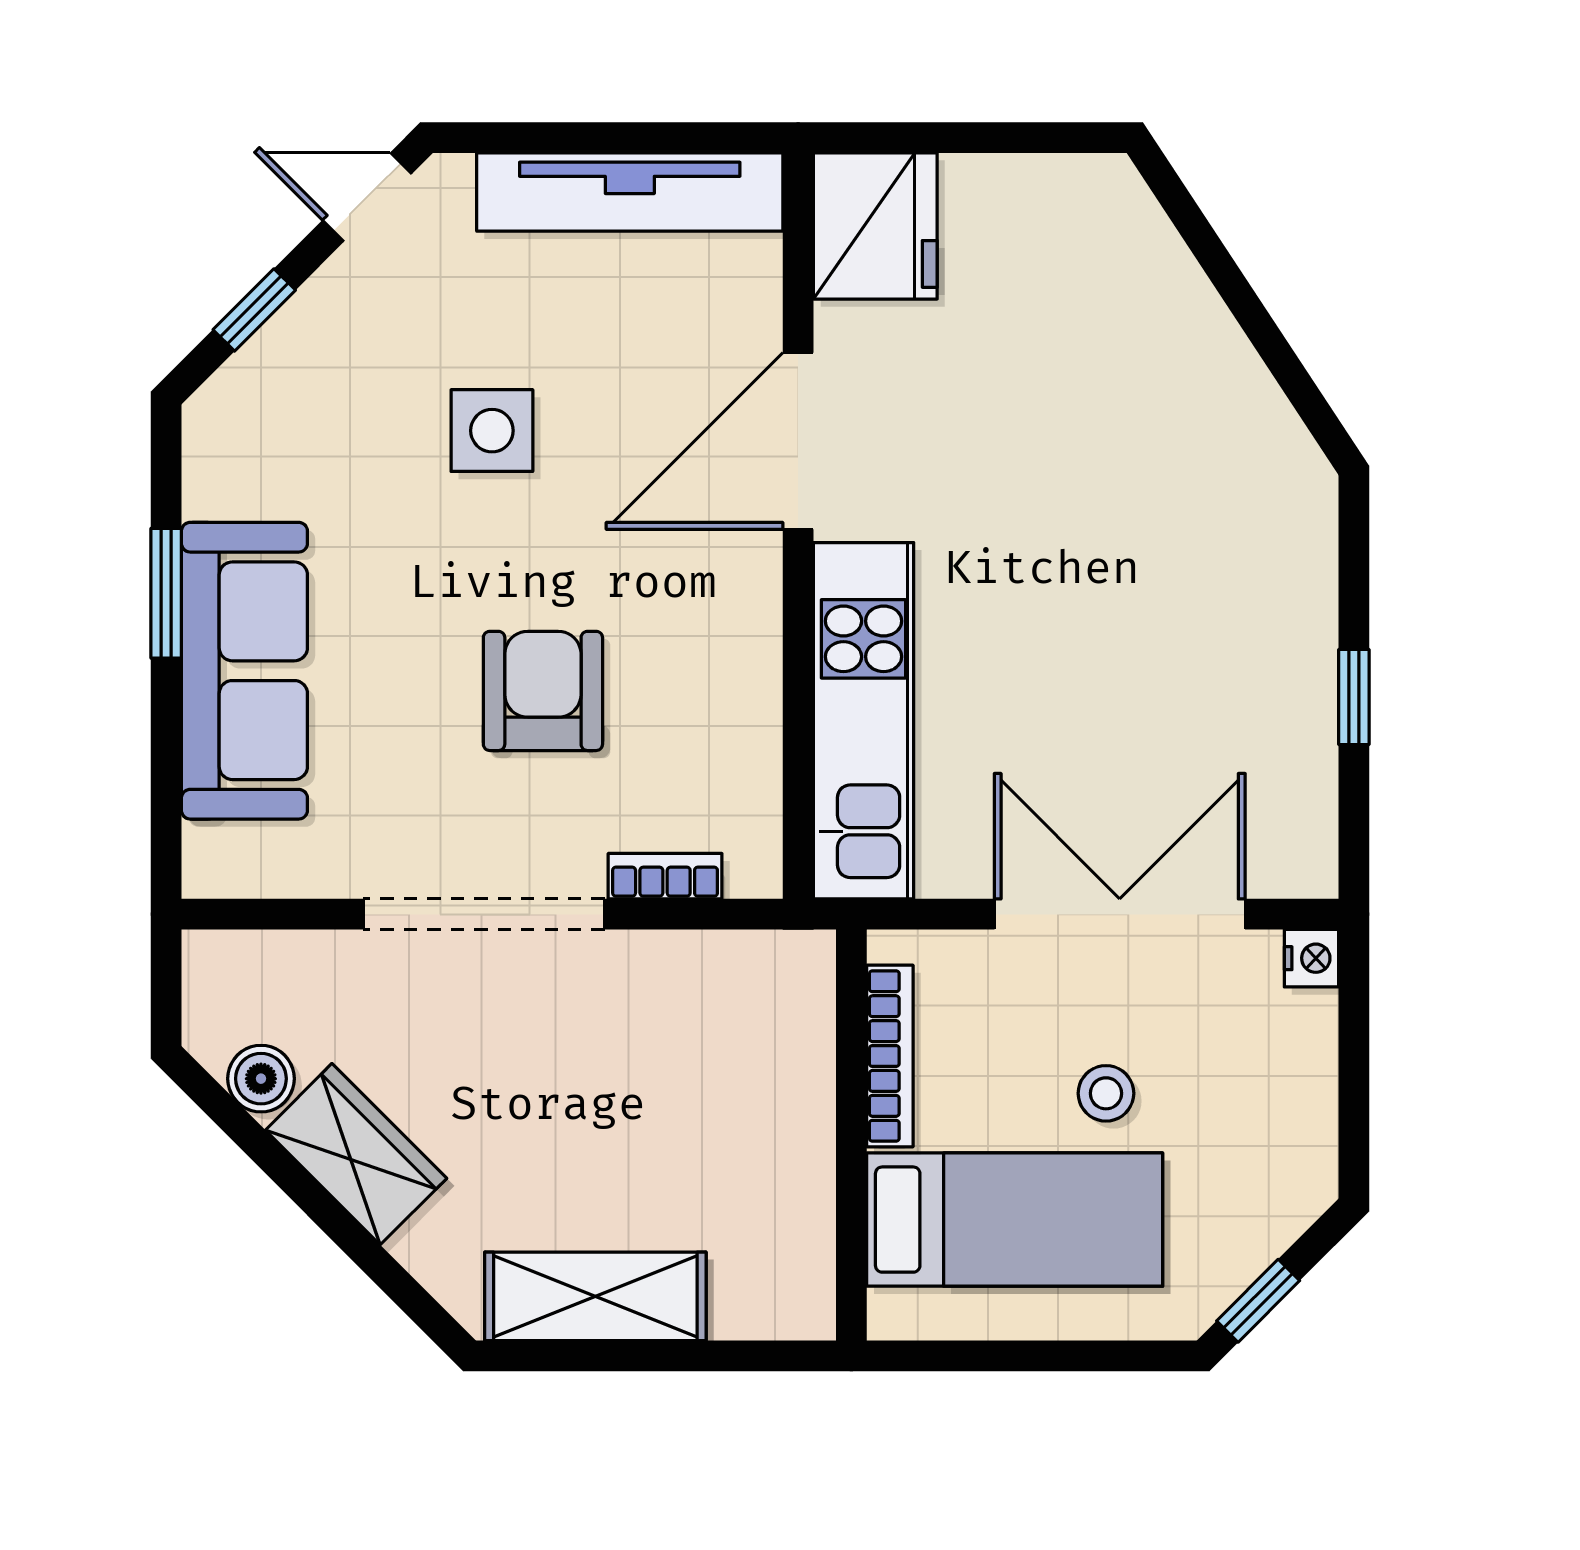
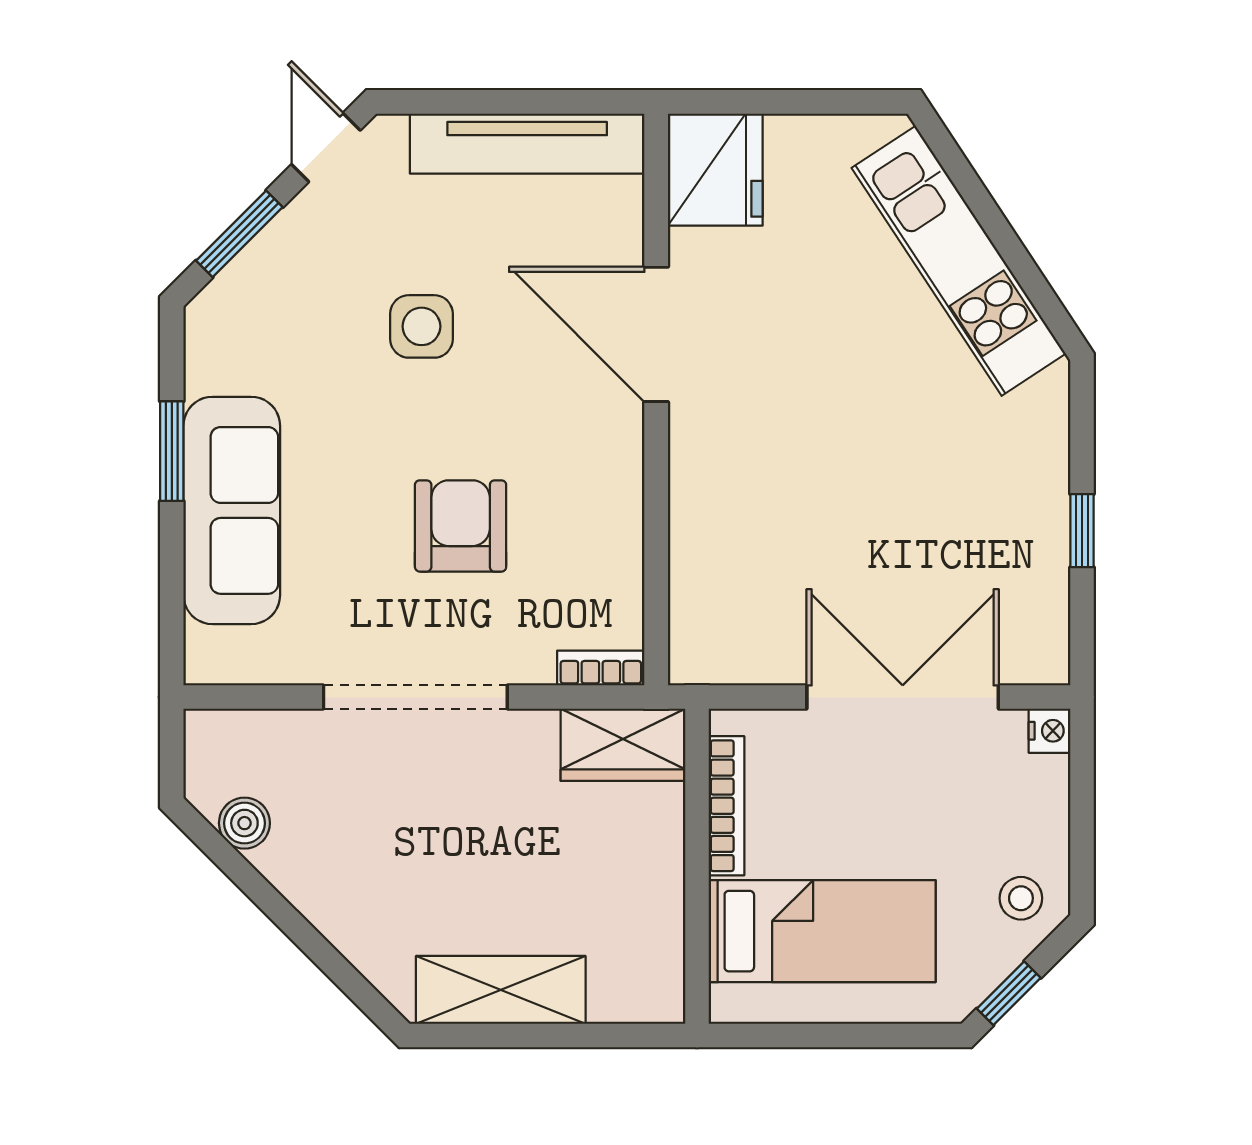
door: (367, 197) -> (326, 147), hinge flipped
window: (254, 310) -> (239, 234), width x1.50
door: (798, 441) -> (656, 334), hinge flipped
kitchen unit: (864, 721) -> (959, 261), moved, turned 147
bookcase: (665, 876) -> (601, 668), moved
stool: (1106, 1093) -> (1021, 898), moved
wardrobe: (356, 1154) -> (623, 745), moved, turned 135

